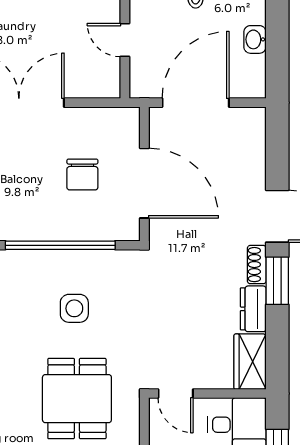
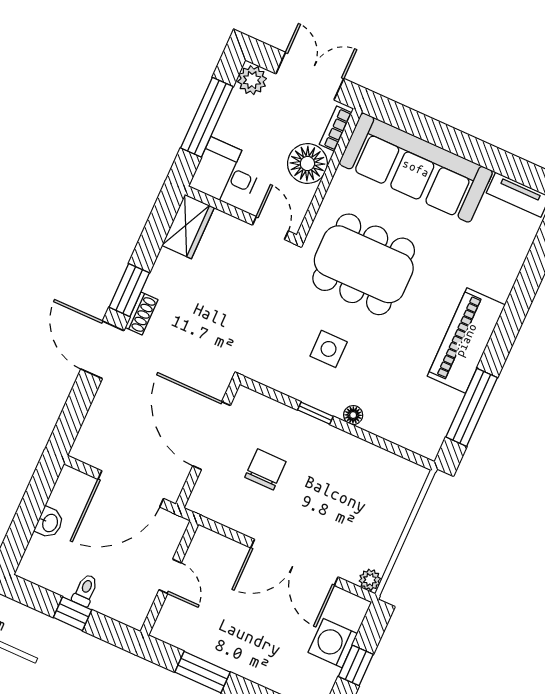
window: (60, 245) -> (315, 413), width x0.32
floor lamp: (26, 259) -> (353, 415), added
dresser: (253, 309) -> (163, 274), removed
dining table: (77, 399) -> (364, 264), width x1.38

